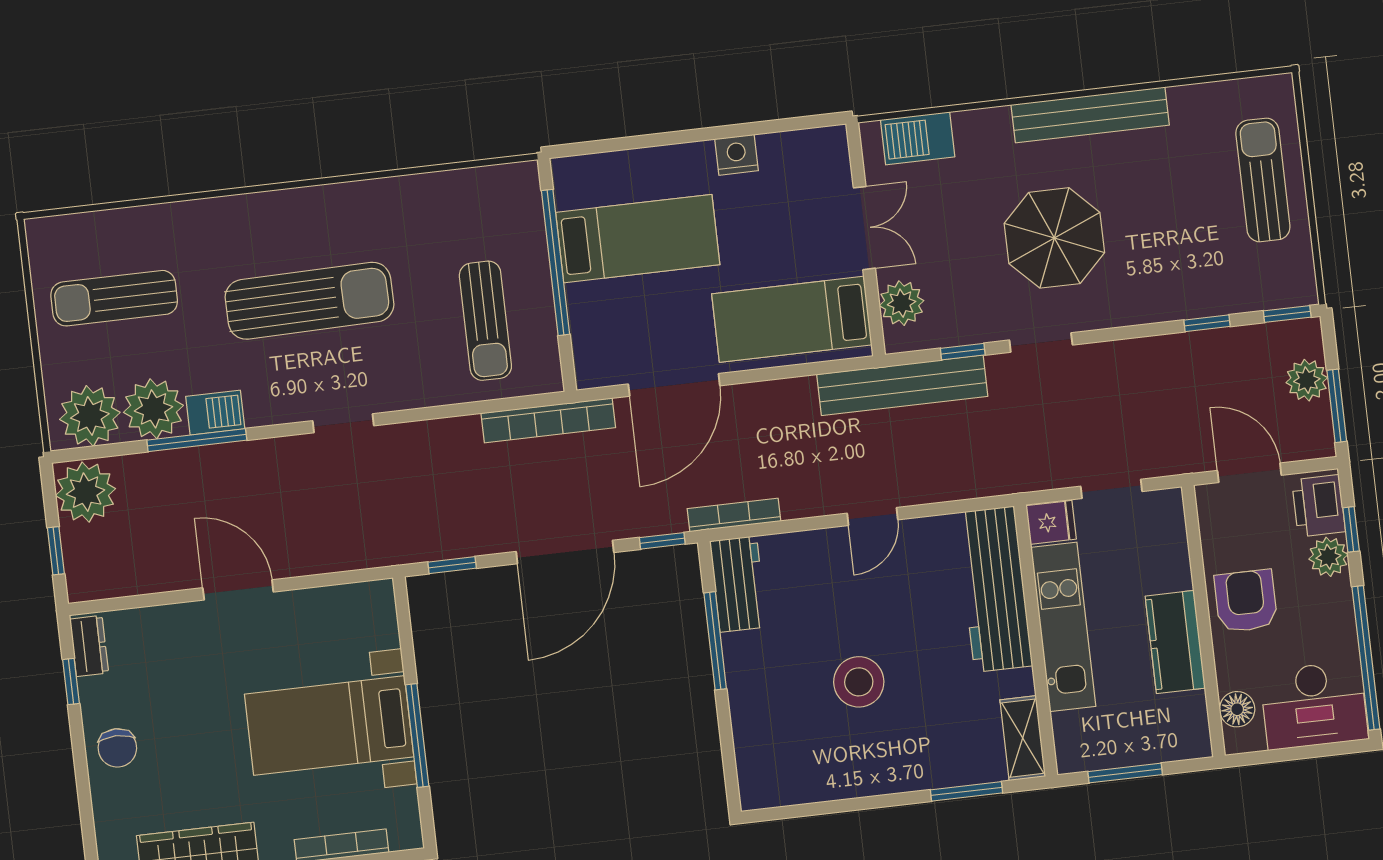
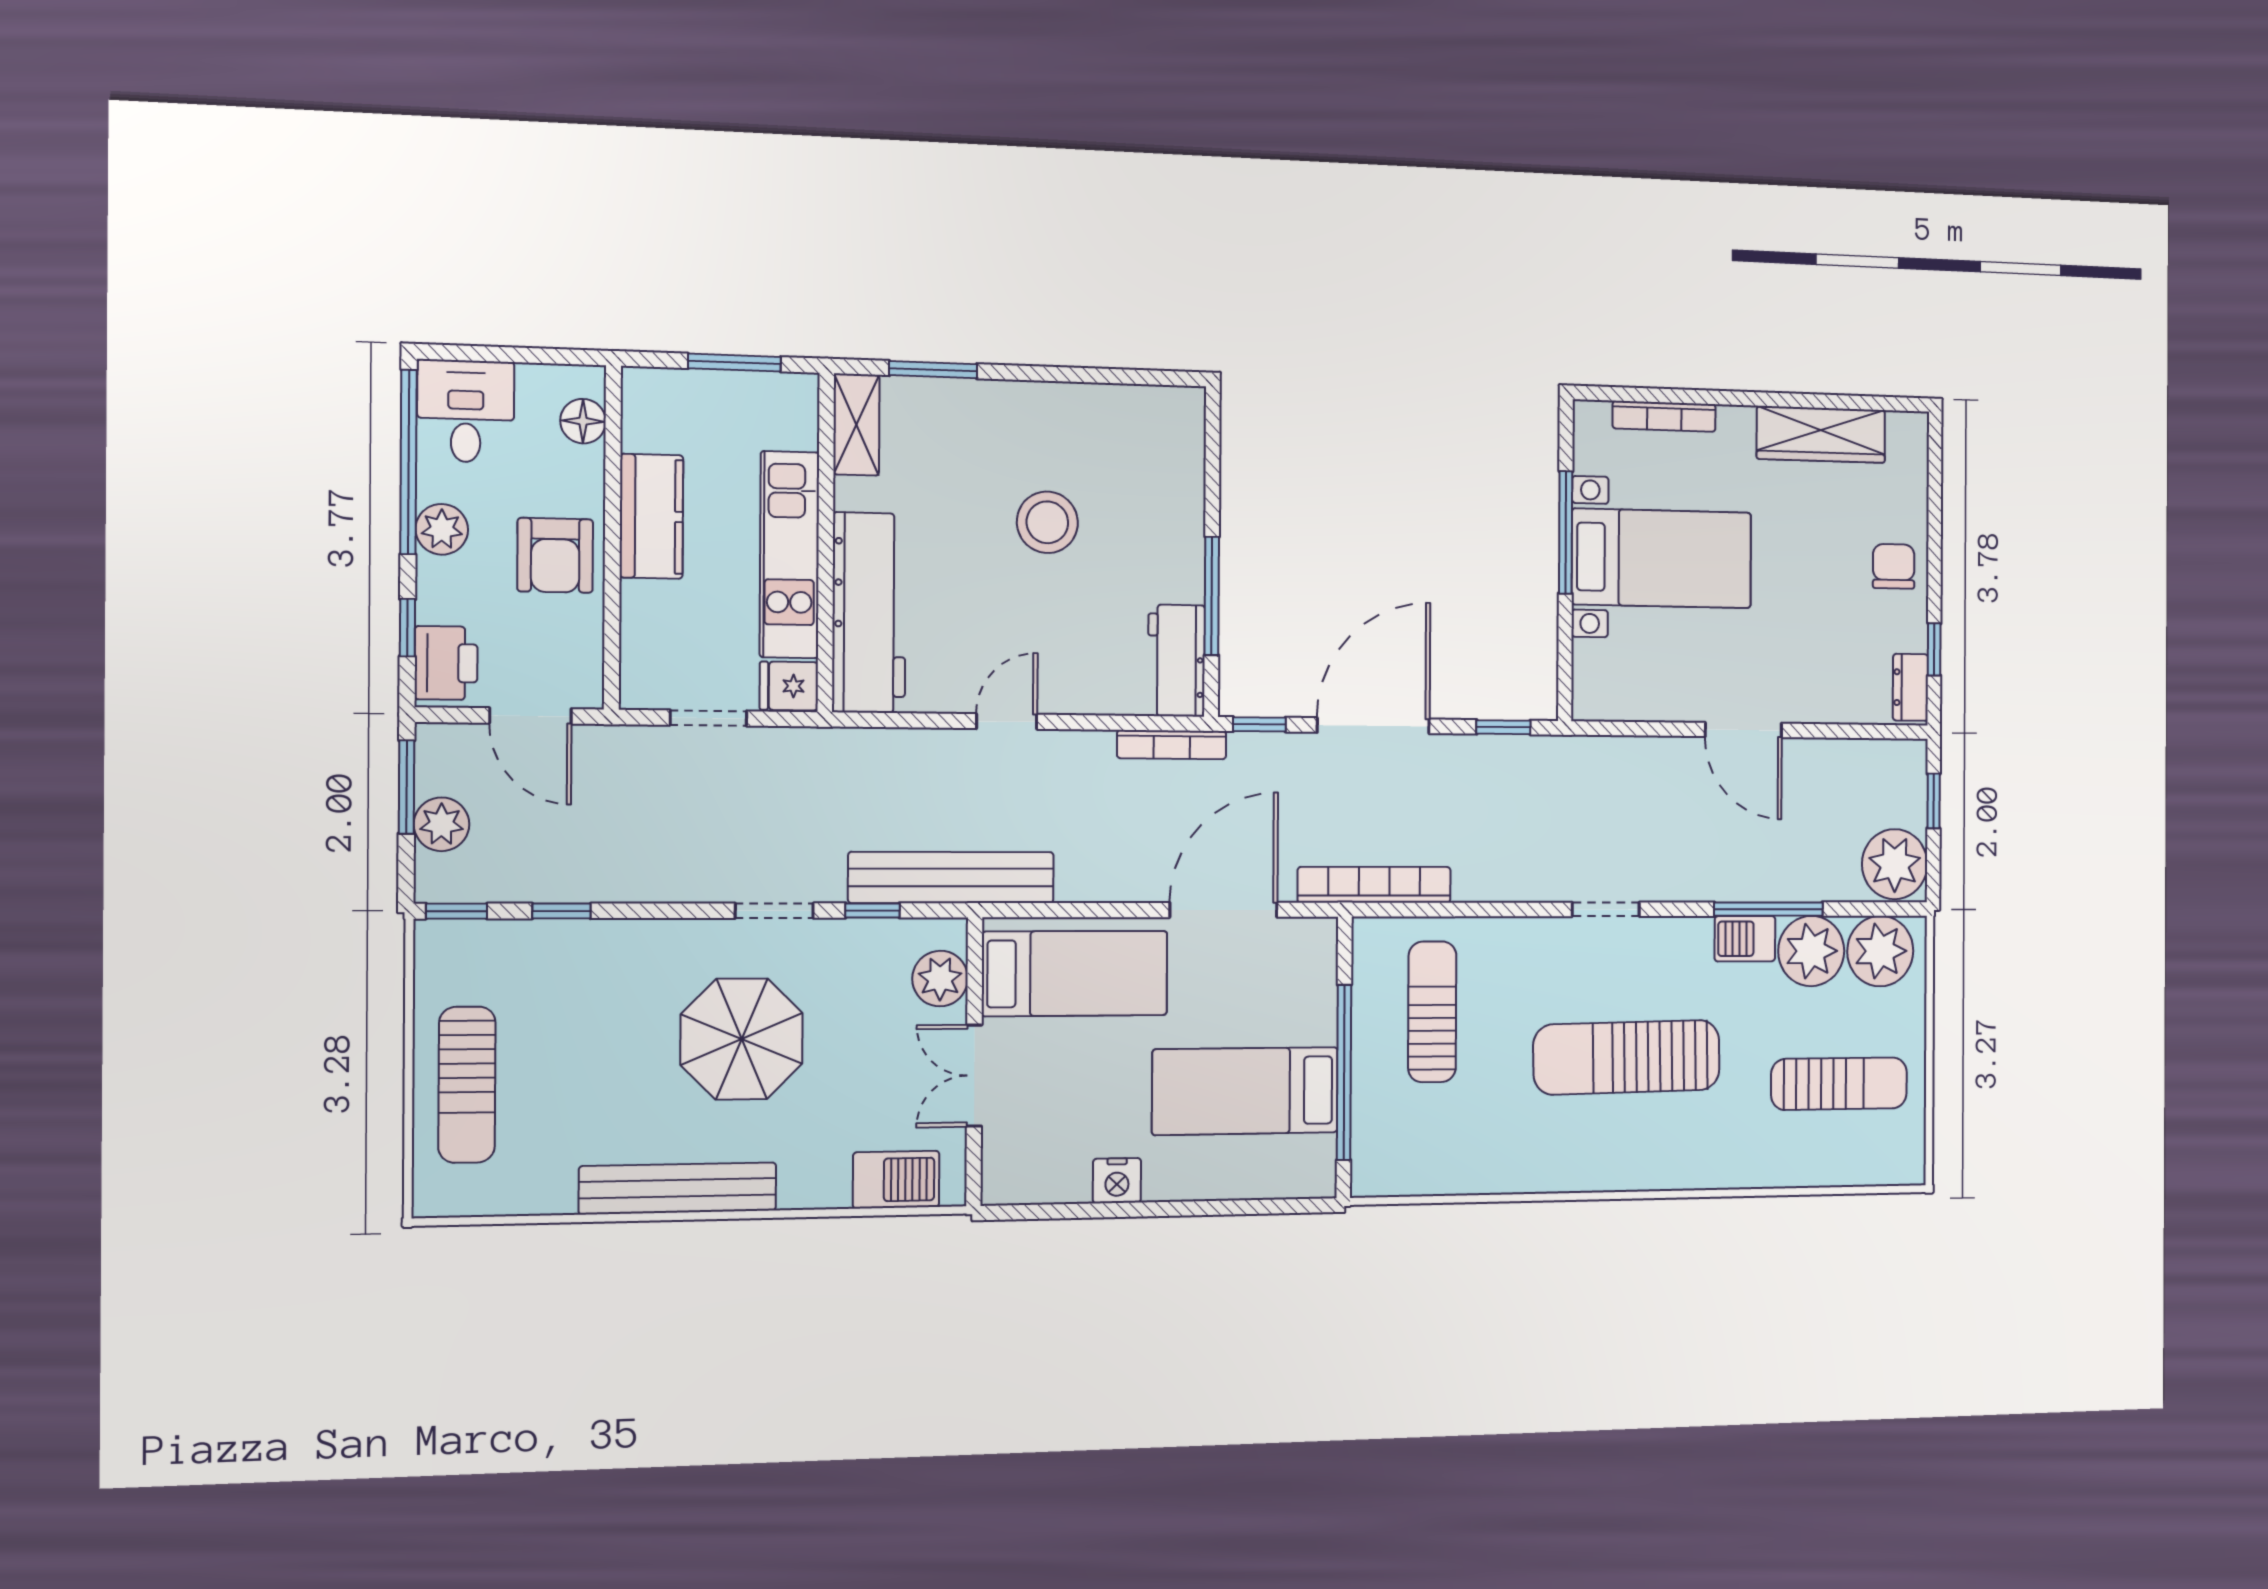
plant: (1328, 557) -> (442, 529), moved
desk: (1314, 705) -> (466, 411), width x0.73

